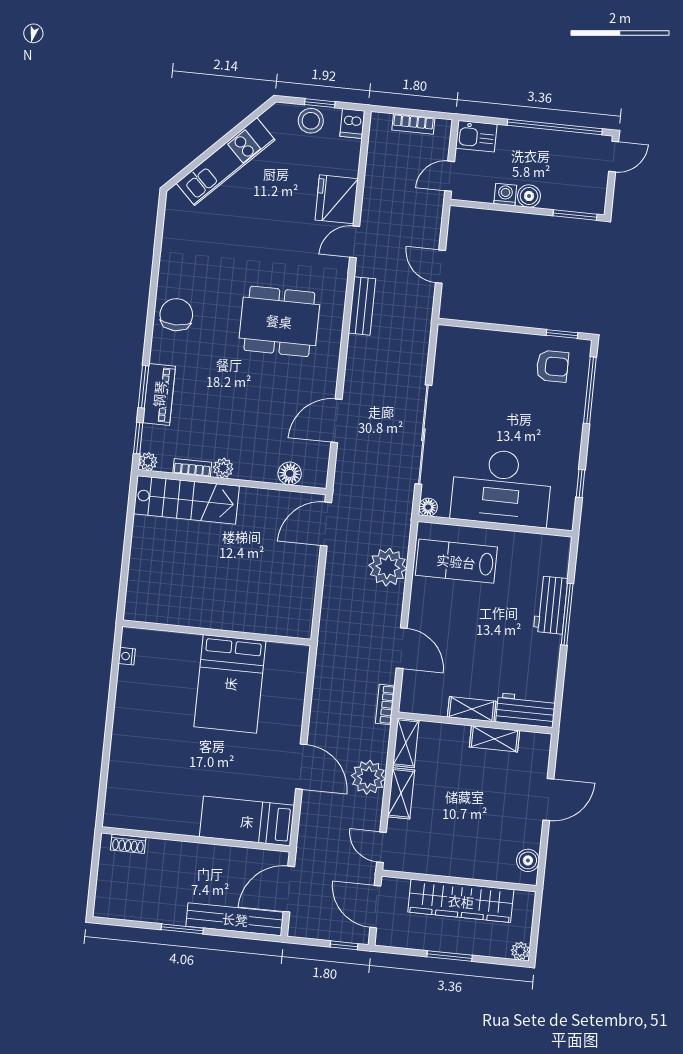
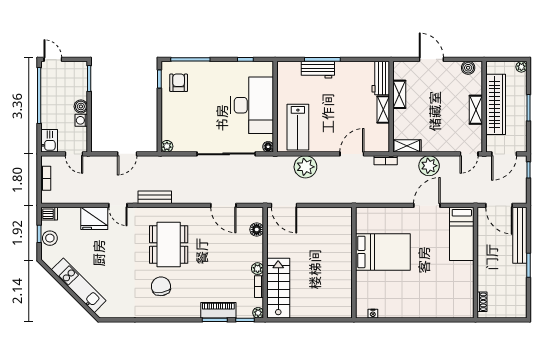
chair: (176, 315) -> (161, 286), moved, turned 81
plant: (447, 335) -> (167, 146), added
shelving: (401, 793) -> (476, 110), moved, turned 90

